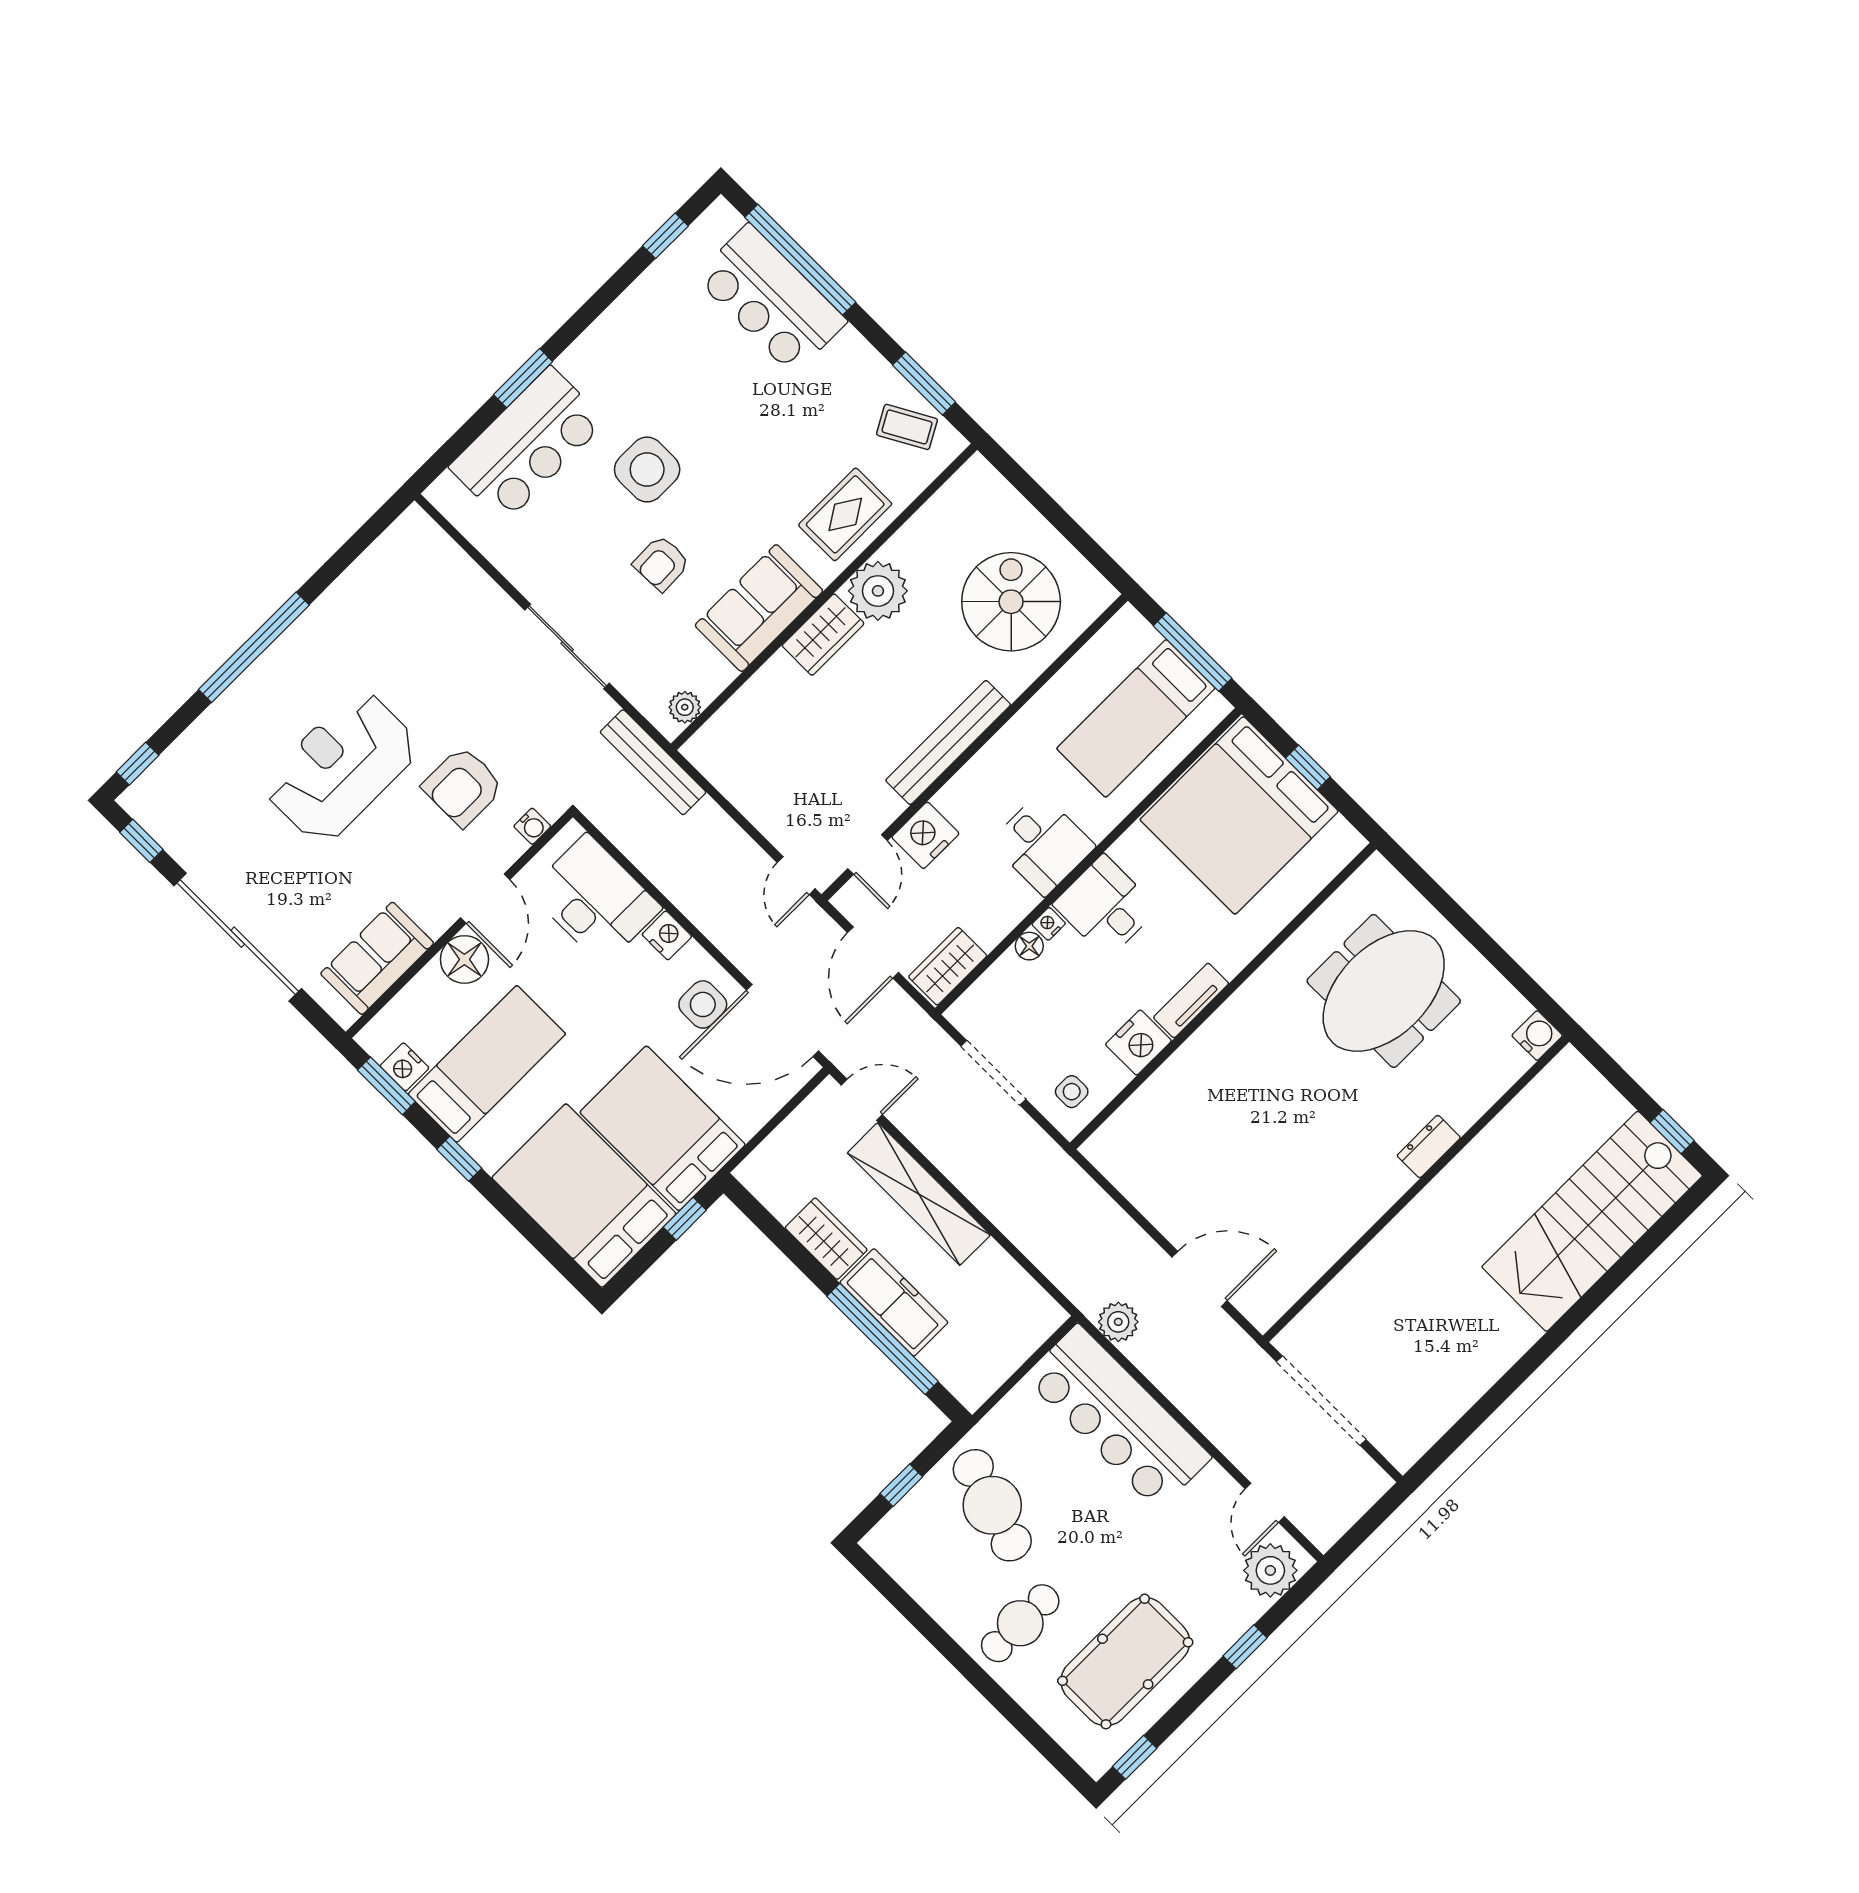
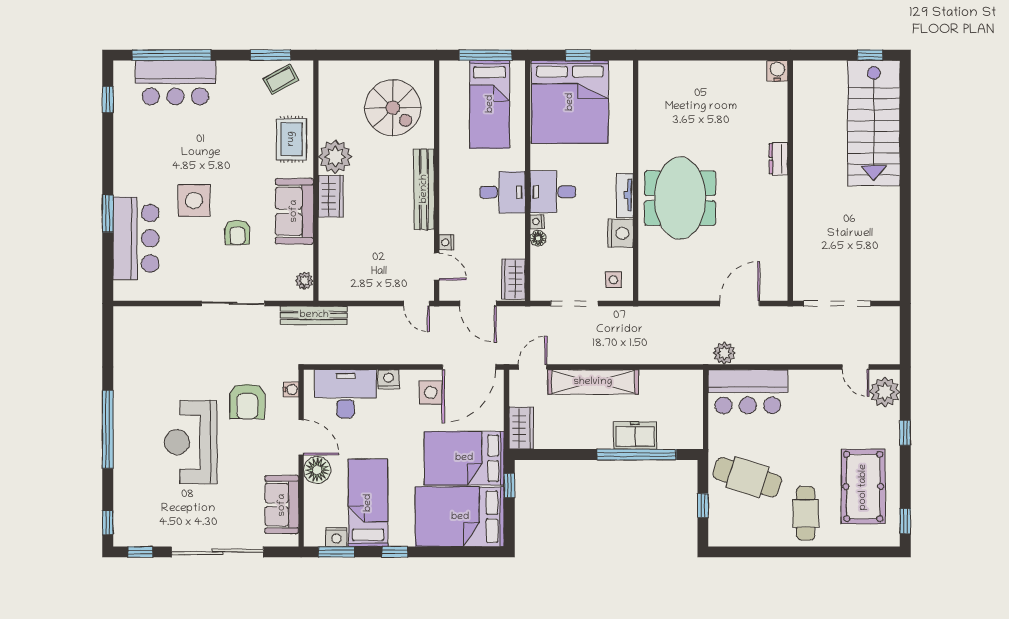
spiral stairs: (1011, 602) -> (393, 108), turned 180
nightstand: (925, 835) -> (446, 242), width x0.53, depth x0.56
meeting table: (1384, 991) -> (680, 198), moved
wardrobe: (826, 1239) -> (521, 428), moved, turned 90
freezer: (894, 1302) -> (635, 435), width x0.71
bar counter: (1118, 1417) -> (748, 392), width x0.73

